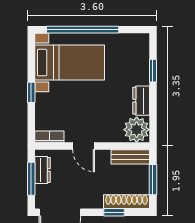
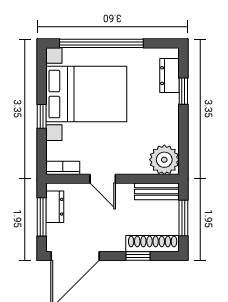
bed with nightstands: (70, 63) -> (86, 94), width x1.36
dresser: (141, 101) -> (170, 76), moved

